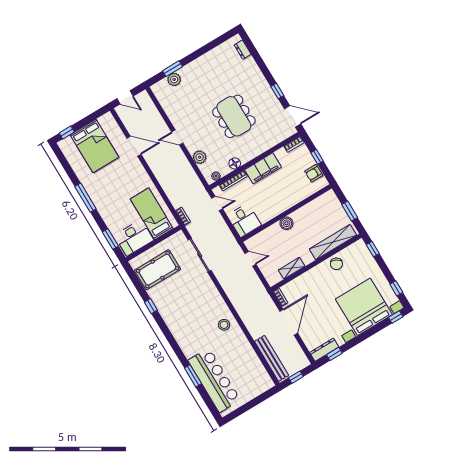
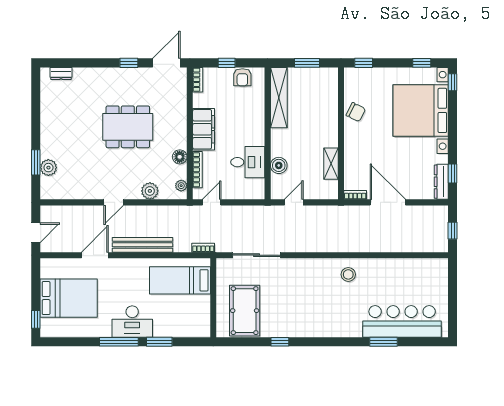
desk: (244, 220) -> (248, 162), moved
boiler: (286, 223) -> (279, 165), moved
desk: (134, 238) -> (132, 322), moved, turned 90
window: (110, 239) -> (159, 342), moved
shelving: (333, 242) -> (279, 98), moved
bench: (272, 358) -> (142, 245), moved

